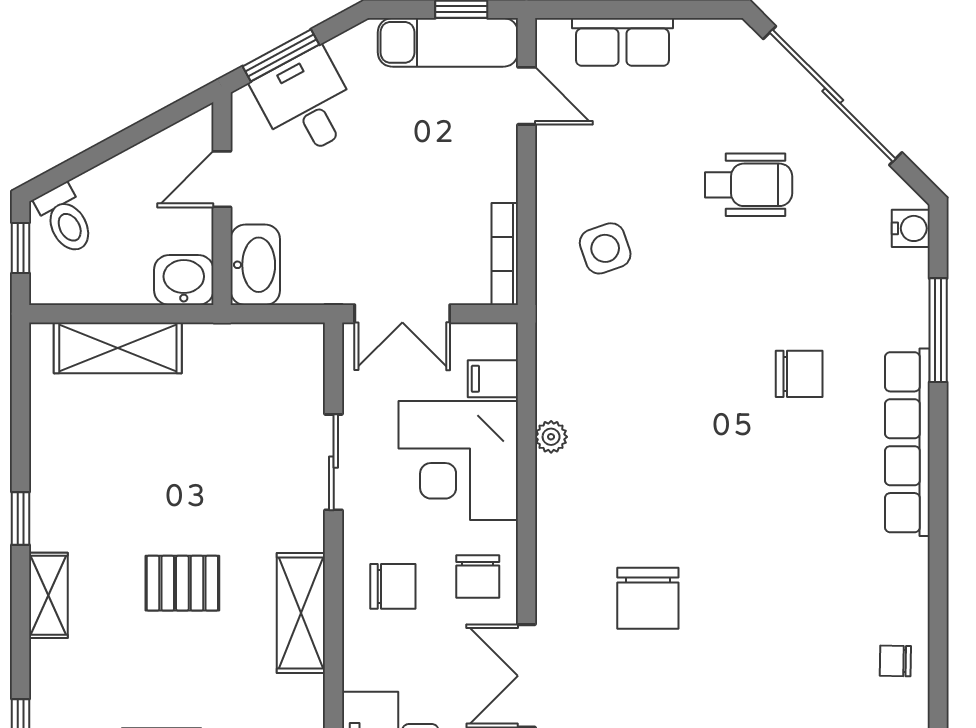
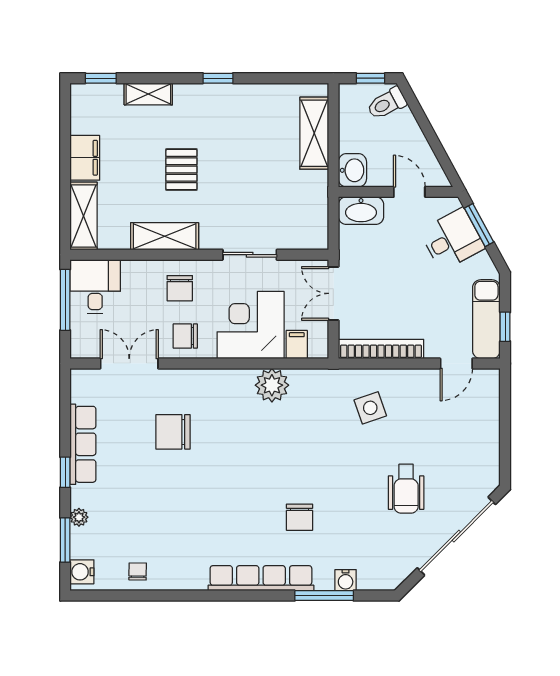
row of seats: (622, 42) -> (487, 418), removed
water cooler: (911, 228) -> (346, 580), moved
bookcase: (505, 254) -> (381, 349), width x1.48, depth x1.31
plant: (551, 437) -> (272, 385), width x1.87, depth x1.87
shelving: (48, 595) -> (148, 94), moved

